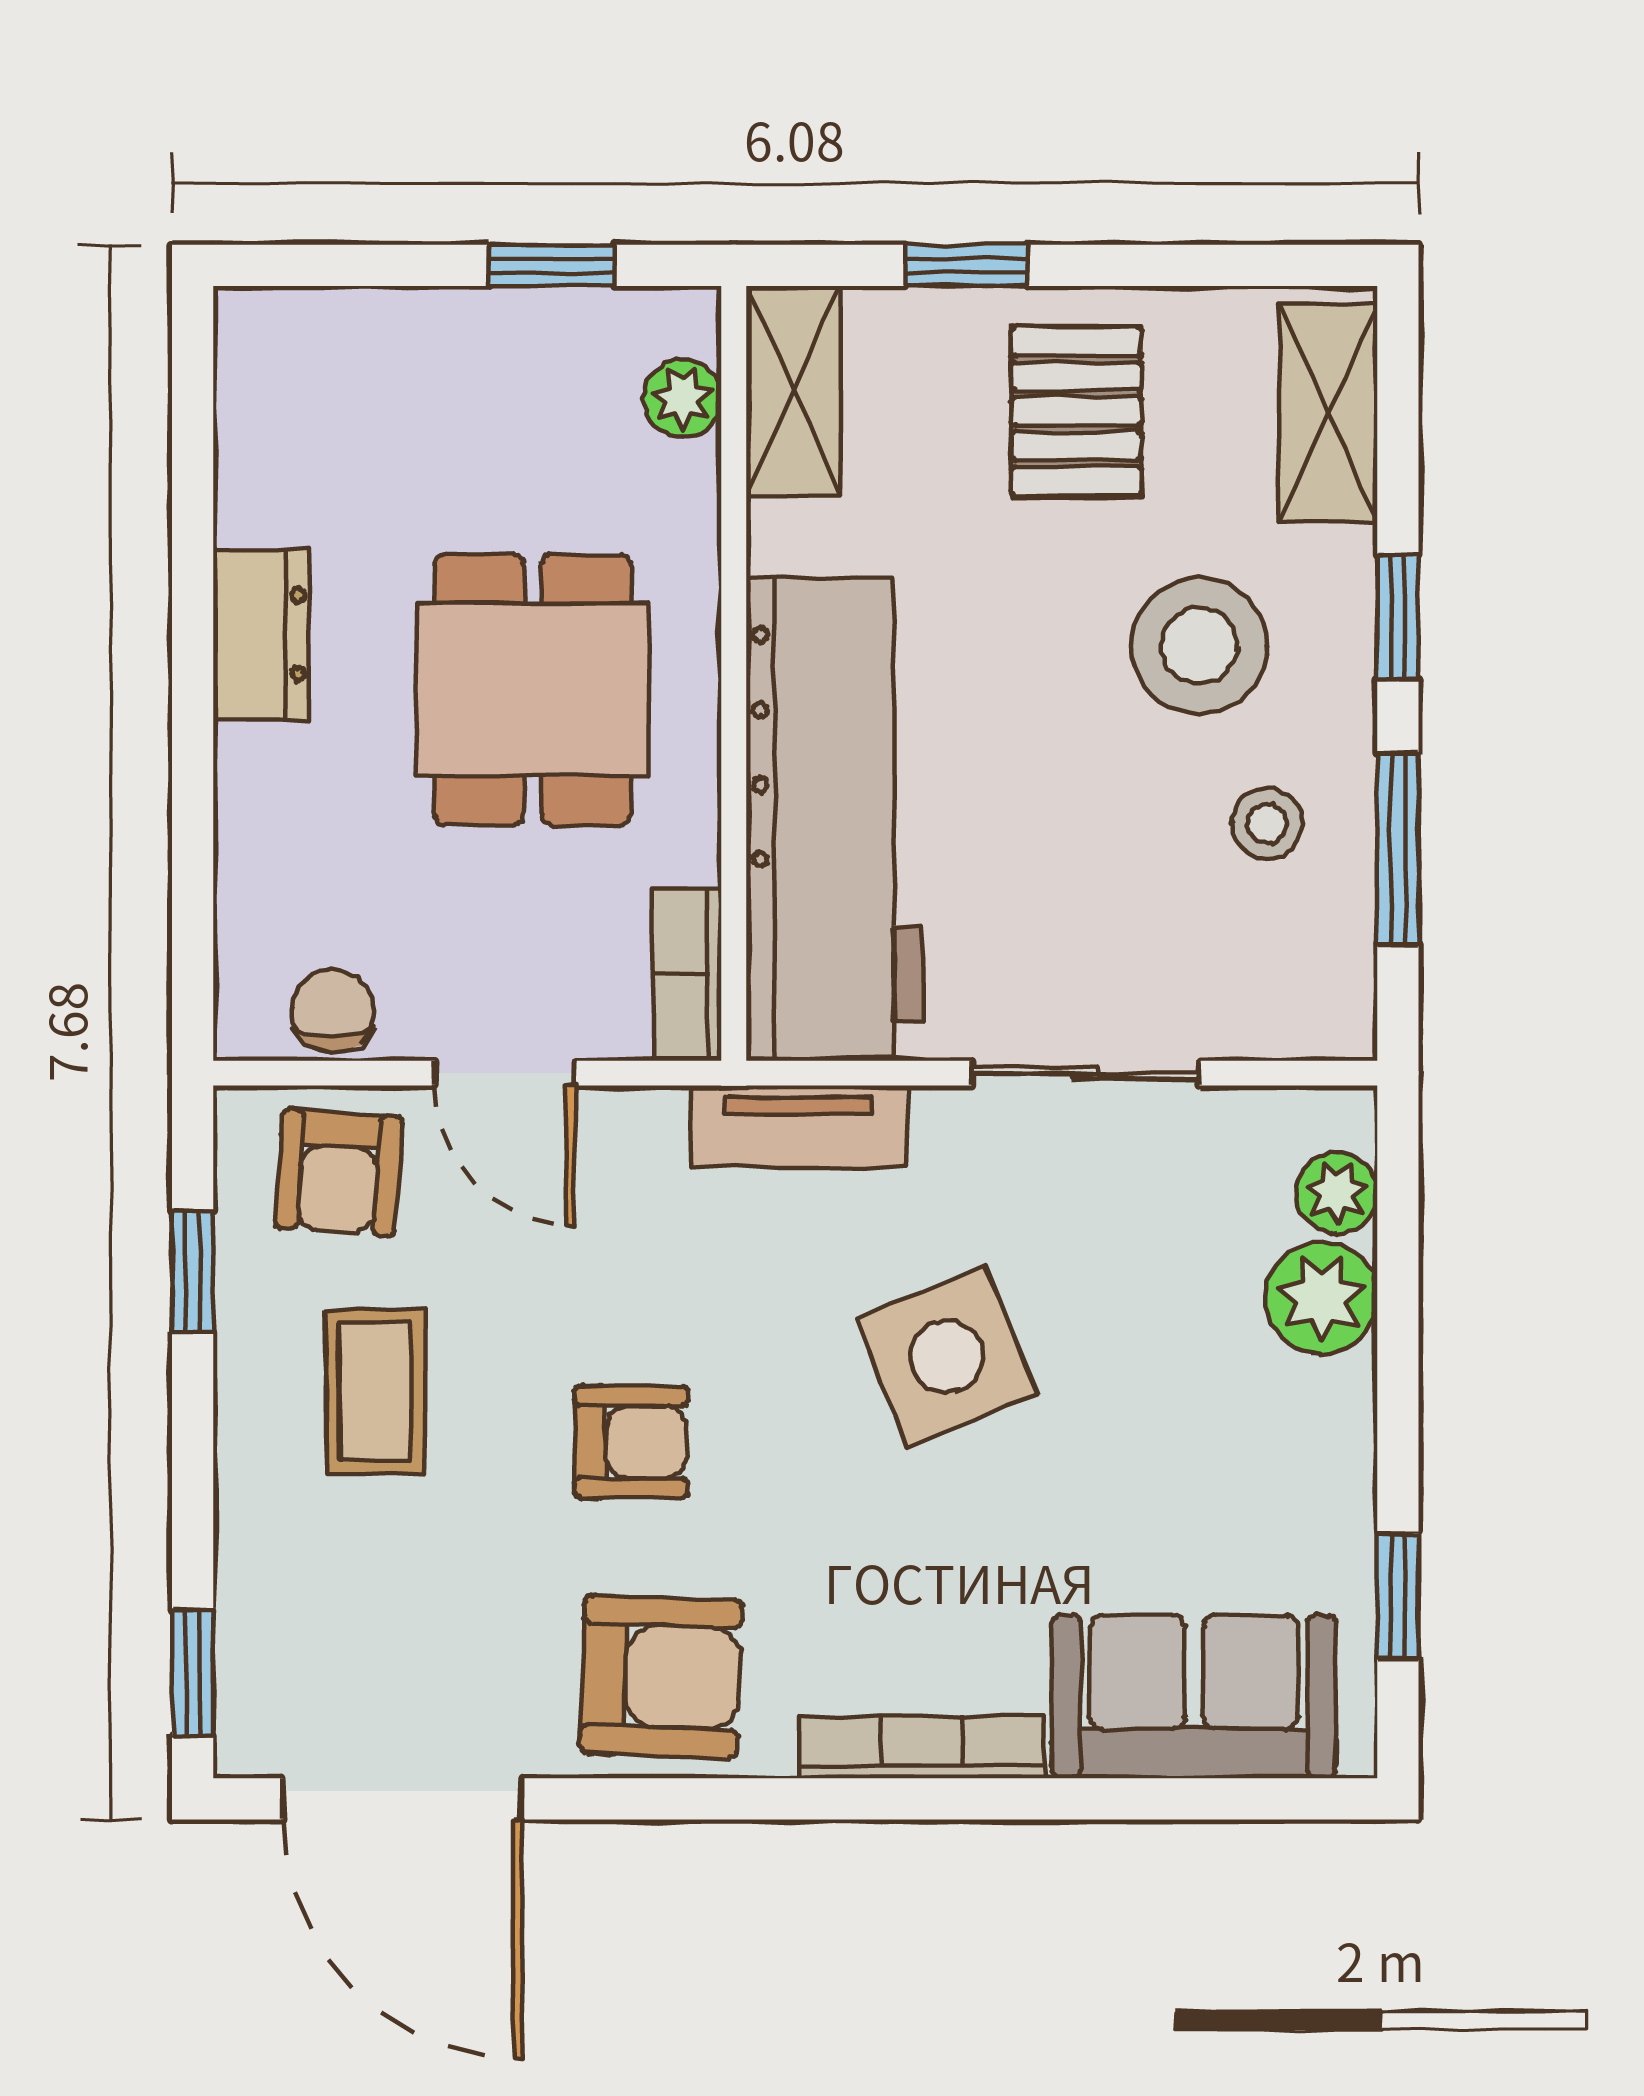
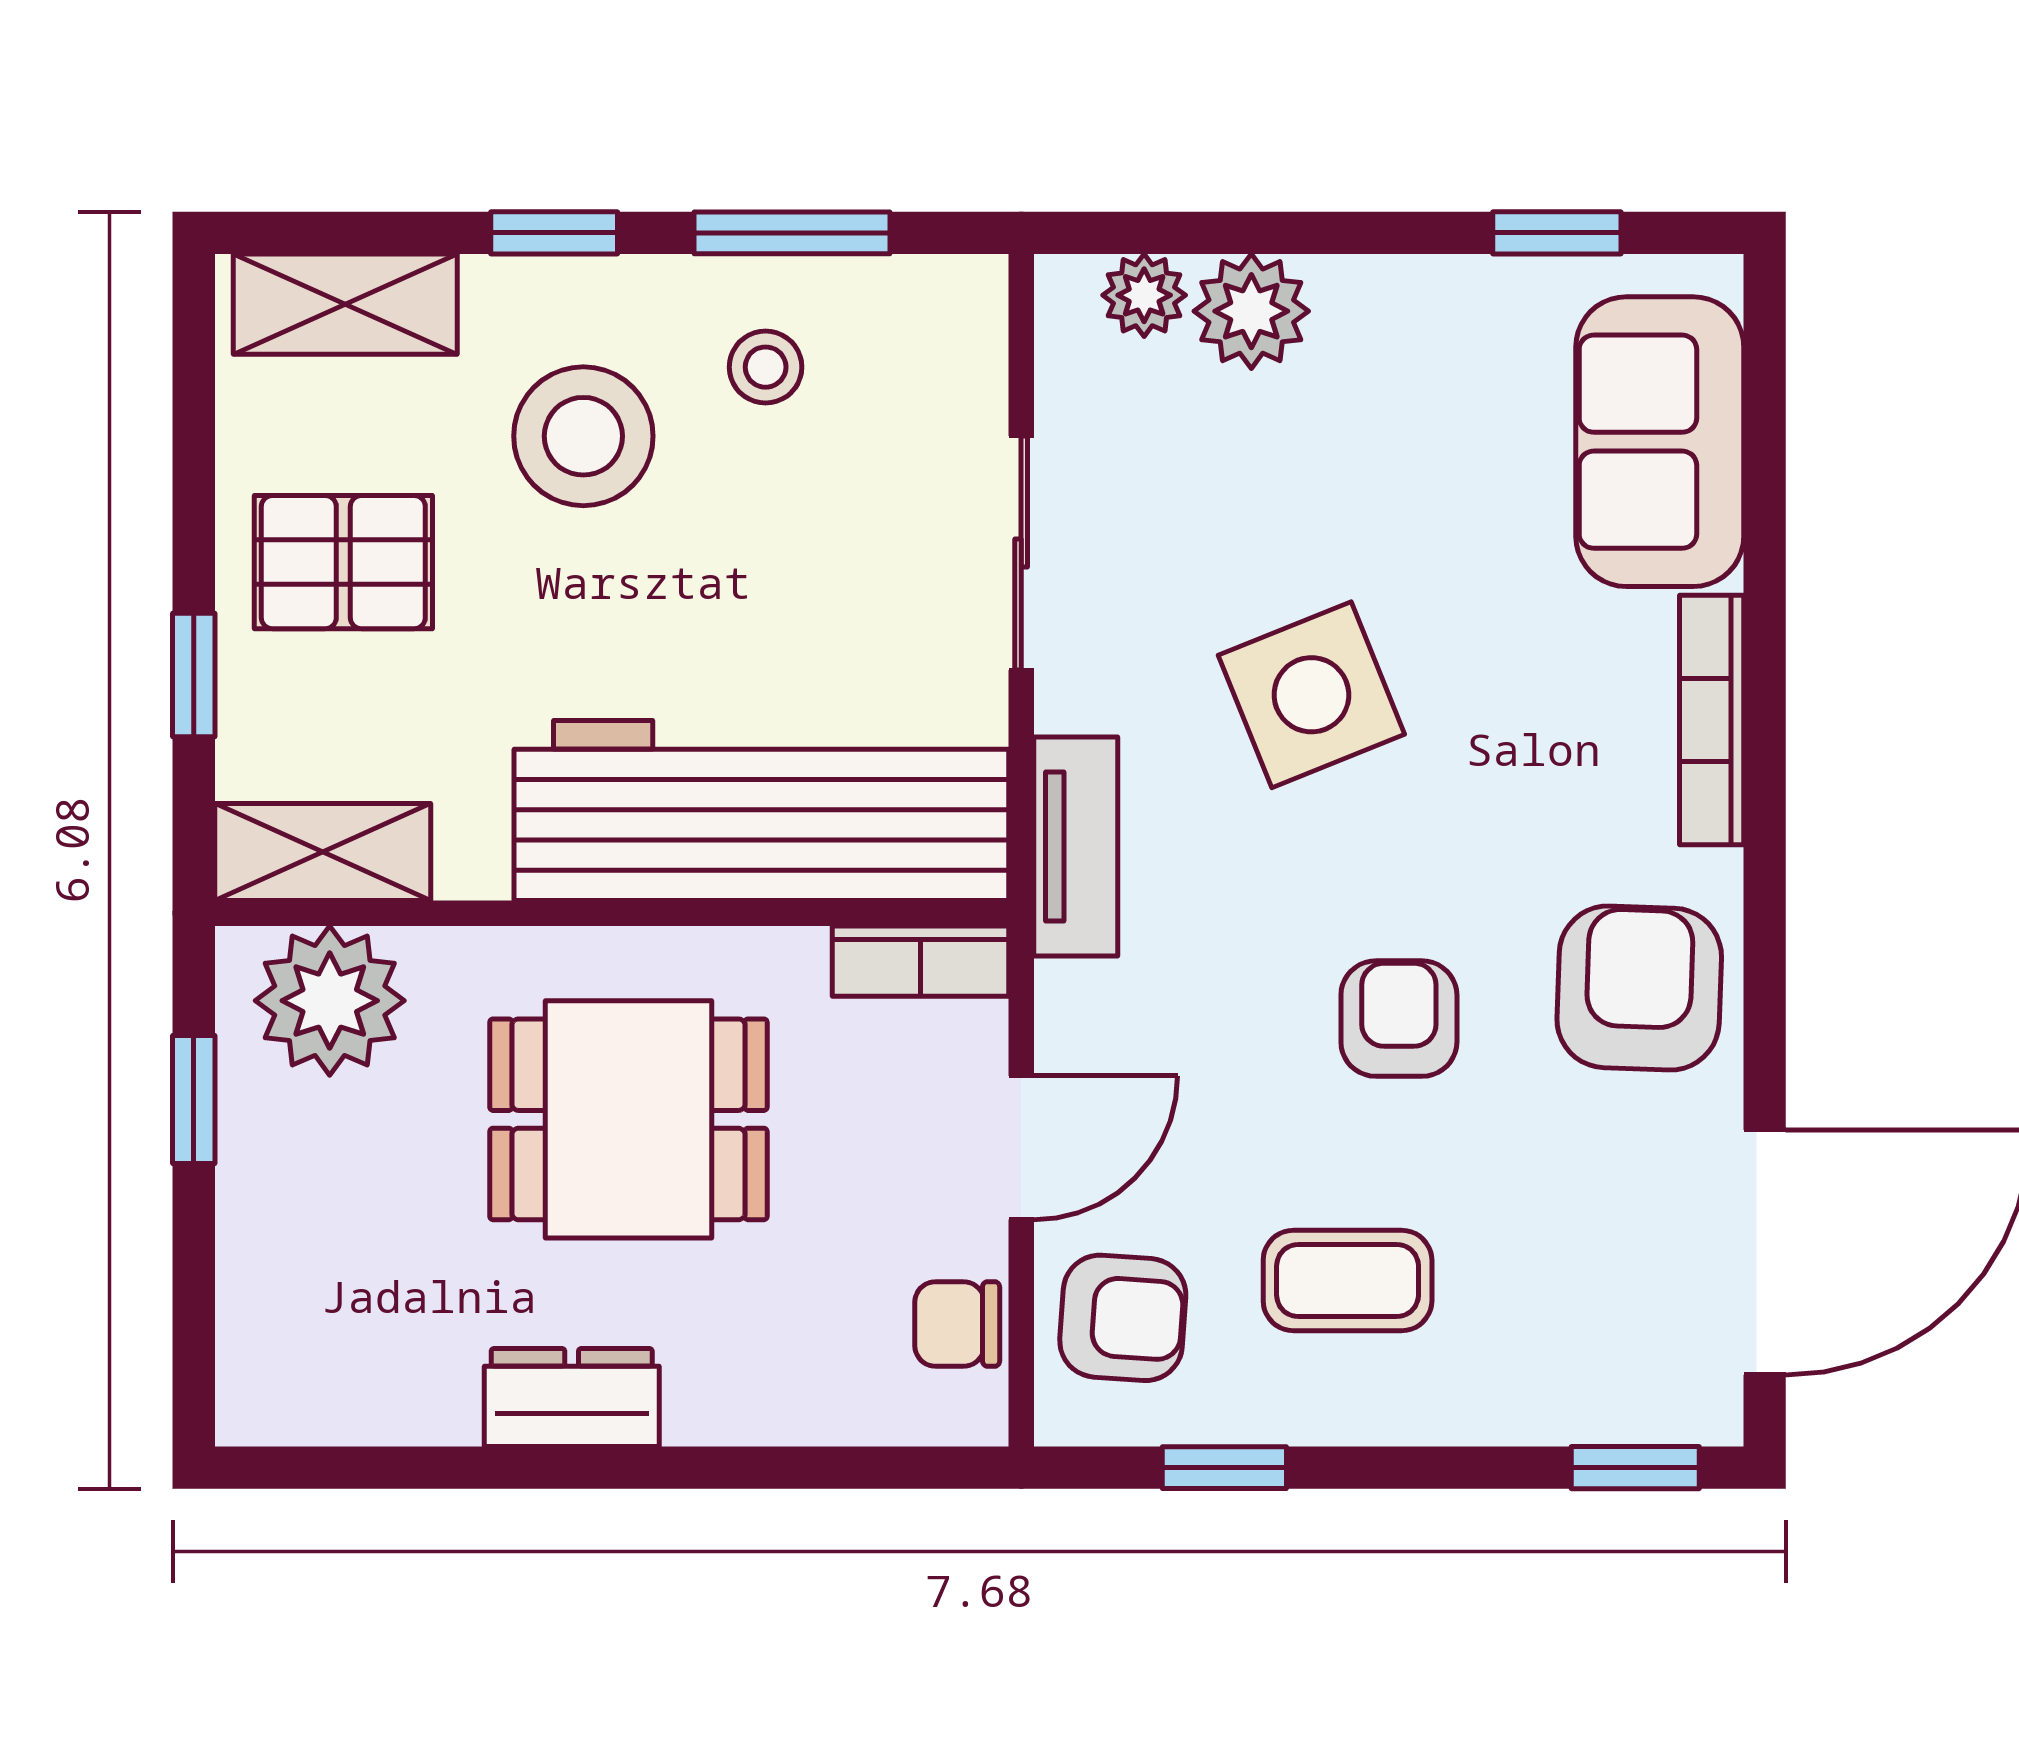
plant: (683, 398) -> (330, 1001), width x1.88, depth x1.88

